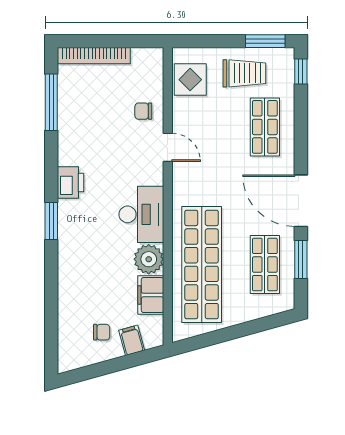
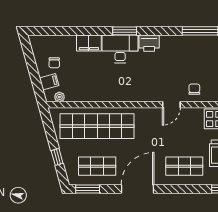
desk: (141, 214) -> (120, 49), moved, turned 180
plant: (149, 259) -> (59, 97), moved, width x0.53, depth x0.53
window: (301, 259) -> (88, 189), moved
filing cabinet: (151, 295) -> (89, 43), moved, turned 180
window: (250, 328) -> (57, 157), added

